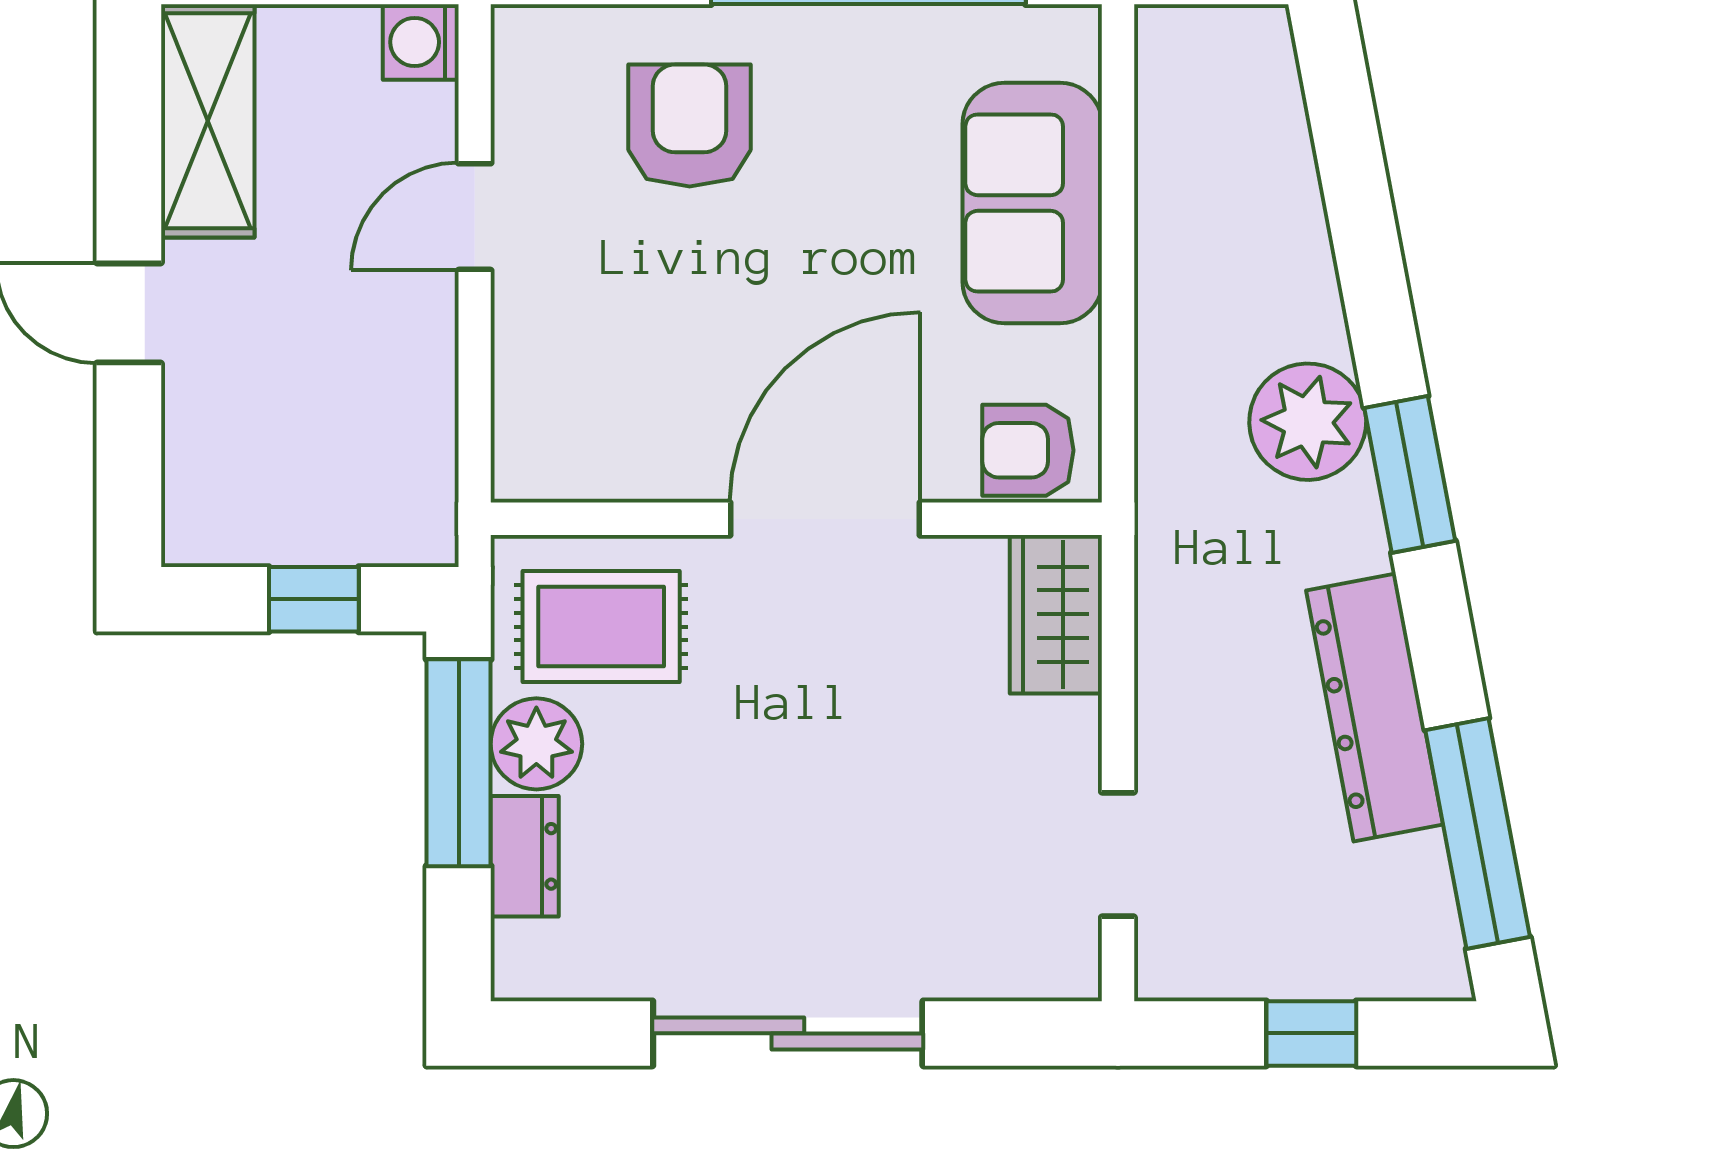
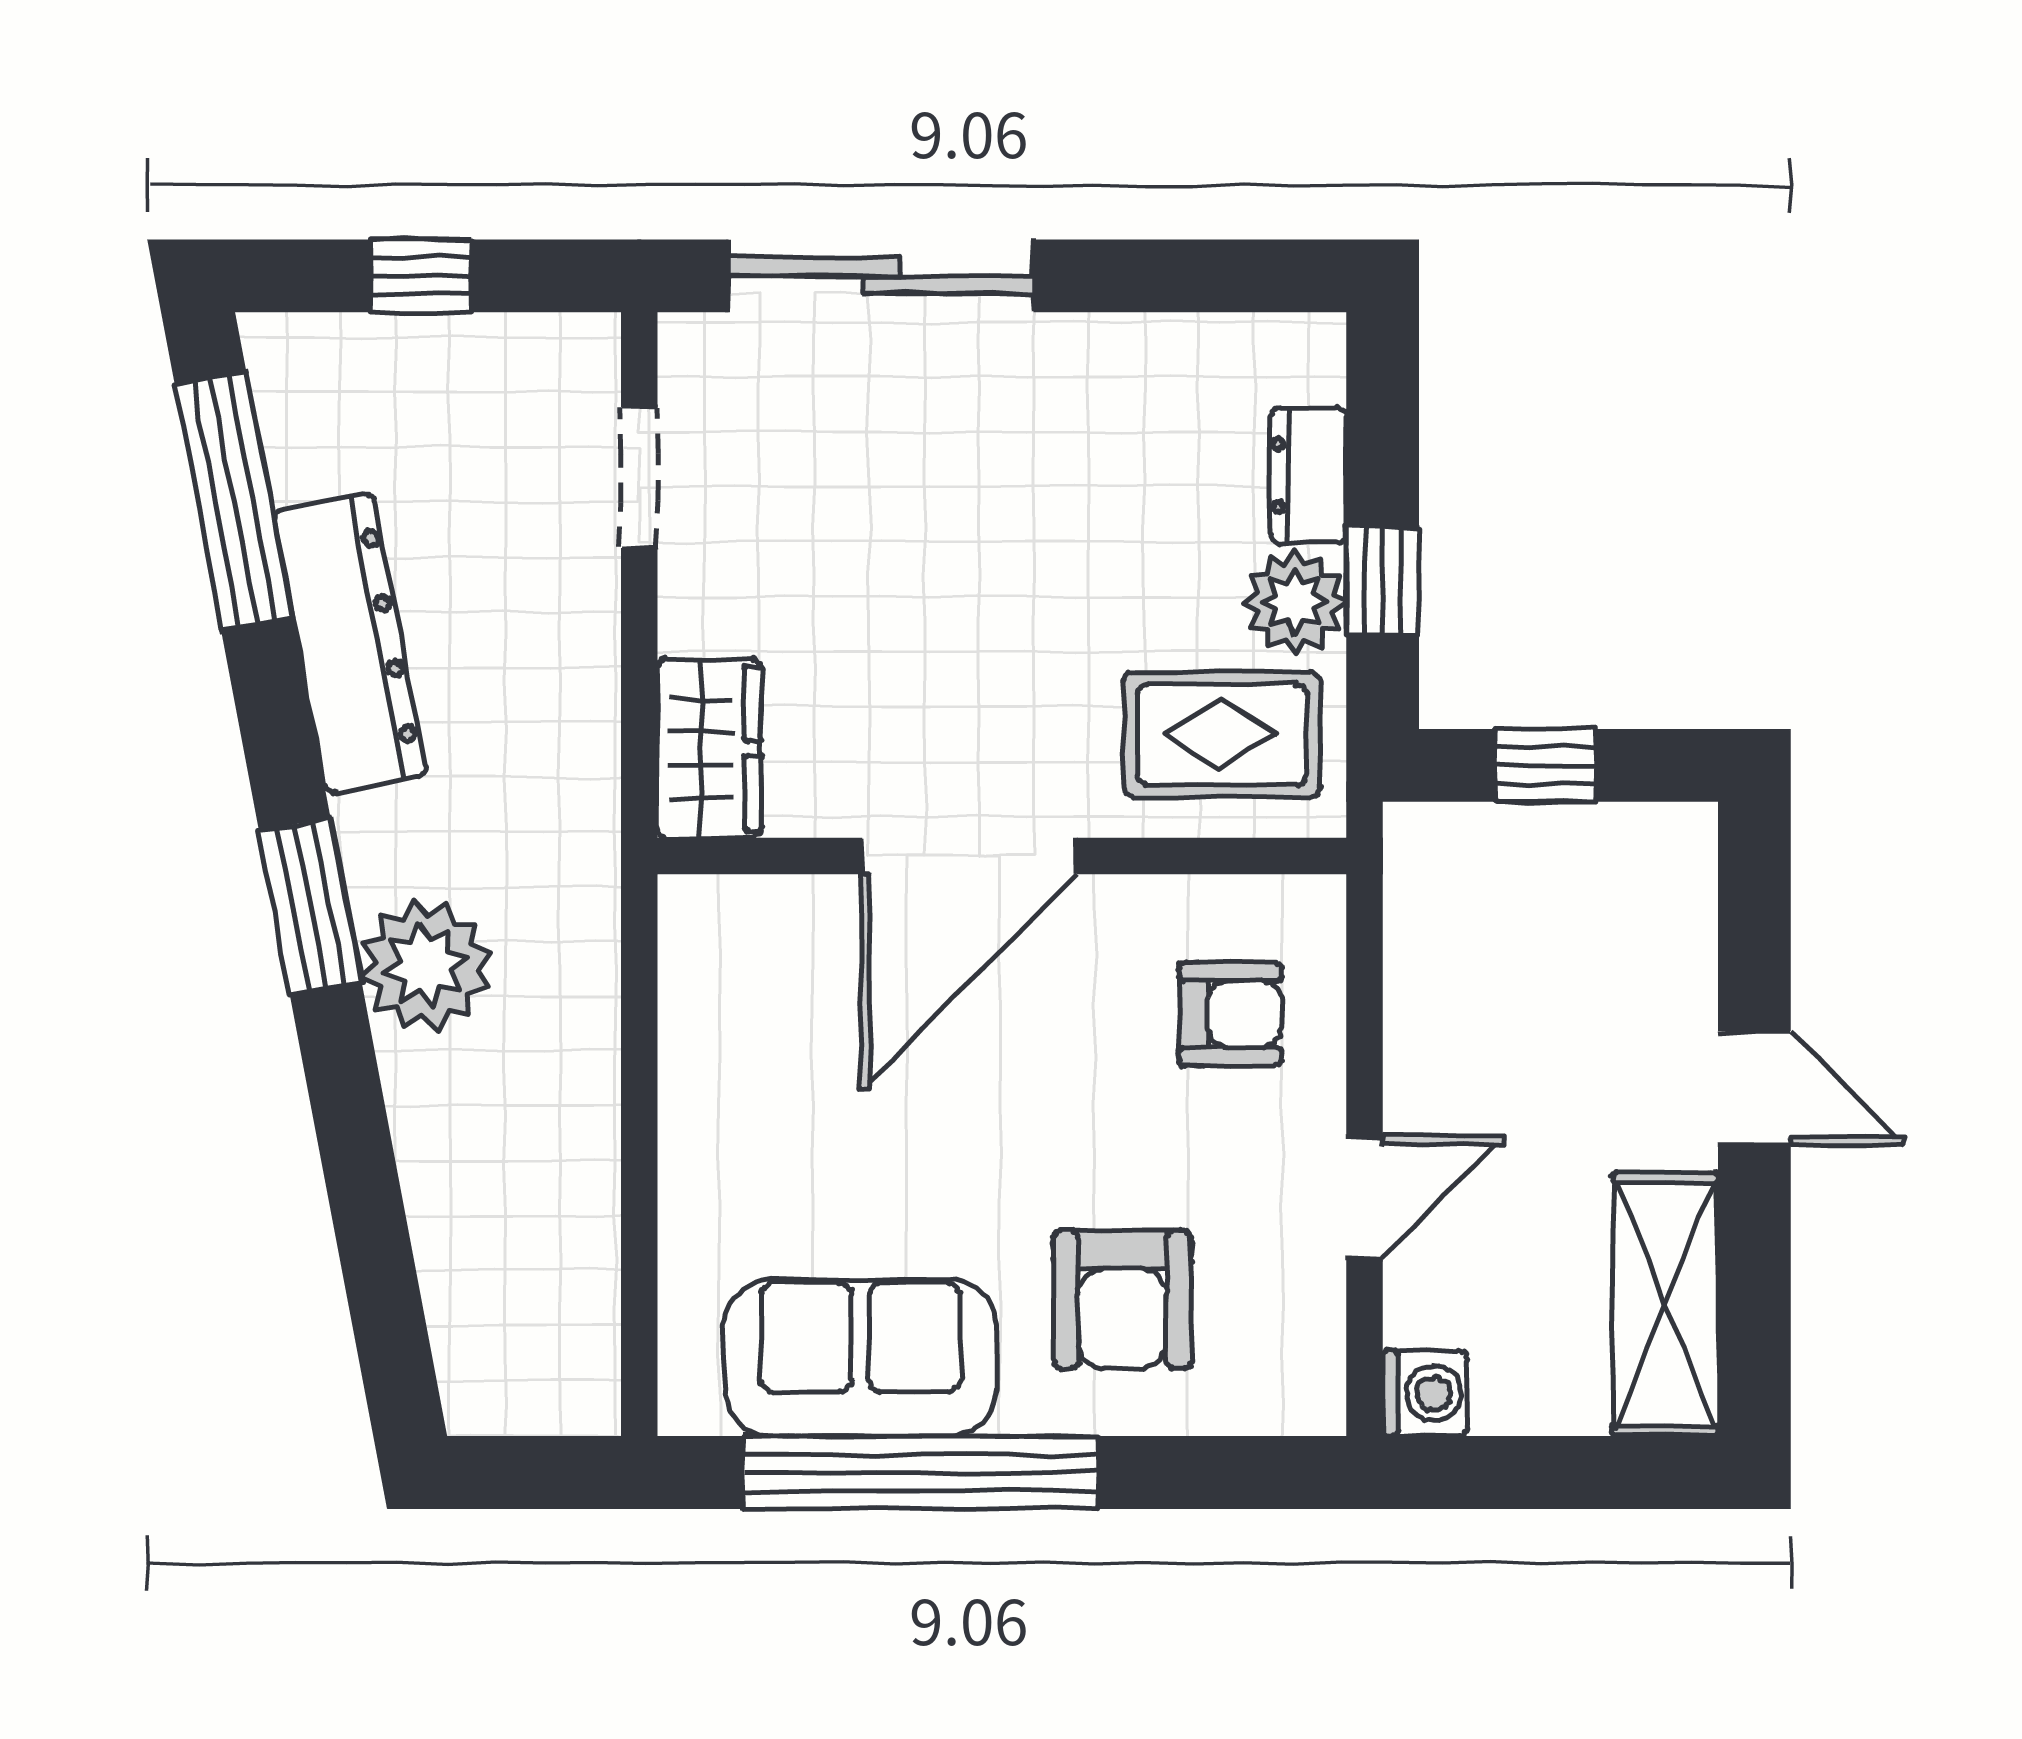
sofa: (1032, 203) -> (860, 1358), moved, turned -90
armchair: (1028, 450) -> (1230, 1014), moved
window: (459, 763) -> (1383, 581), width x0.46
sliding door: (788, 1033) -> (881, 276), moved

